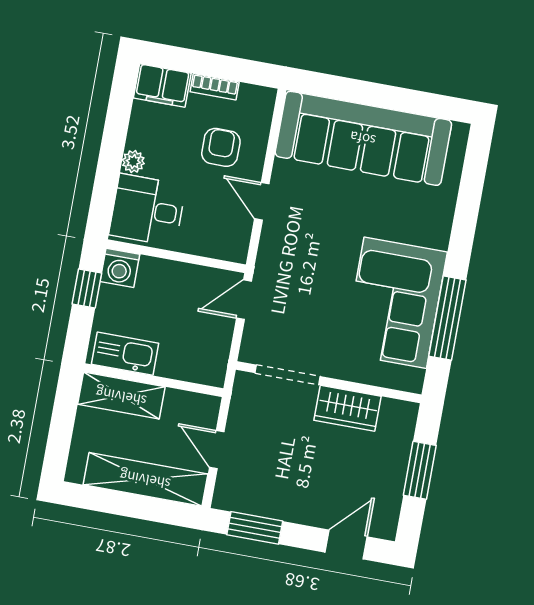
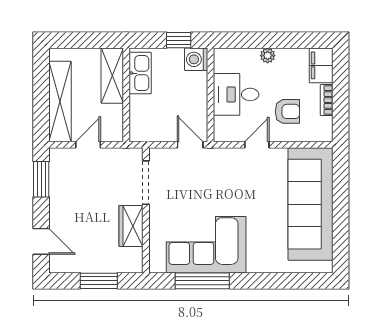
desk: (147, 210) -> (236, 94), moved, turned -90

